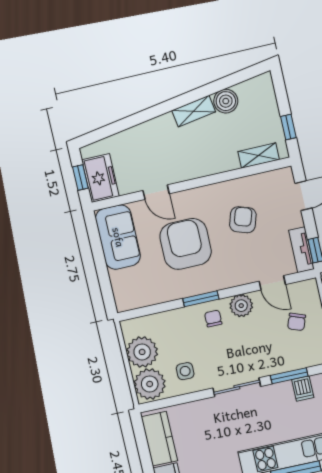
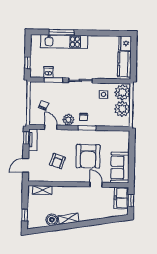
window: (288, 127) -> (25, 215), moved

